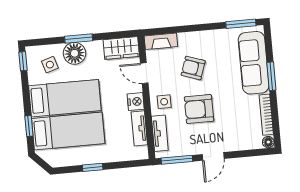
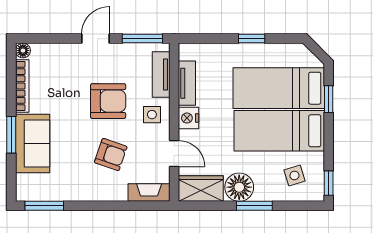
floor lamp: (75, 53) -> (239, 187), moved
sofa: (254, 63) -> (33, 144), width x0.73

